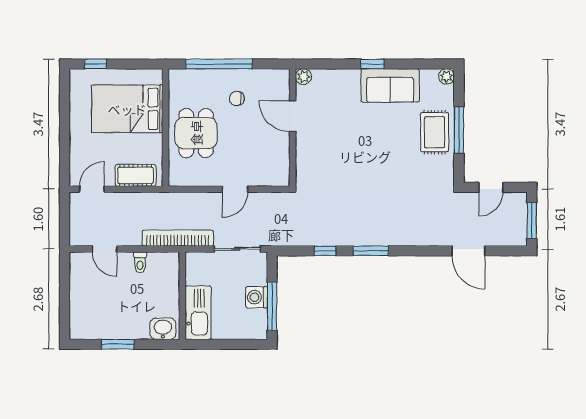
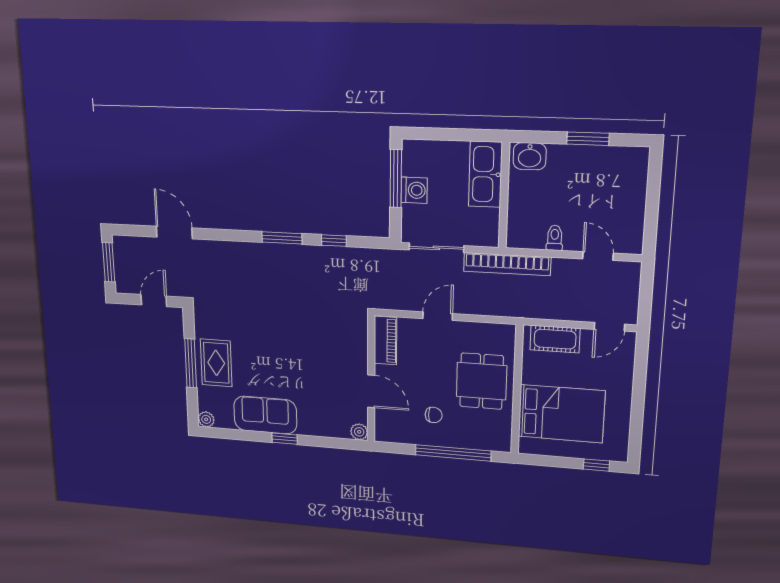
piano: (280, 164) -> (385, 341), added

